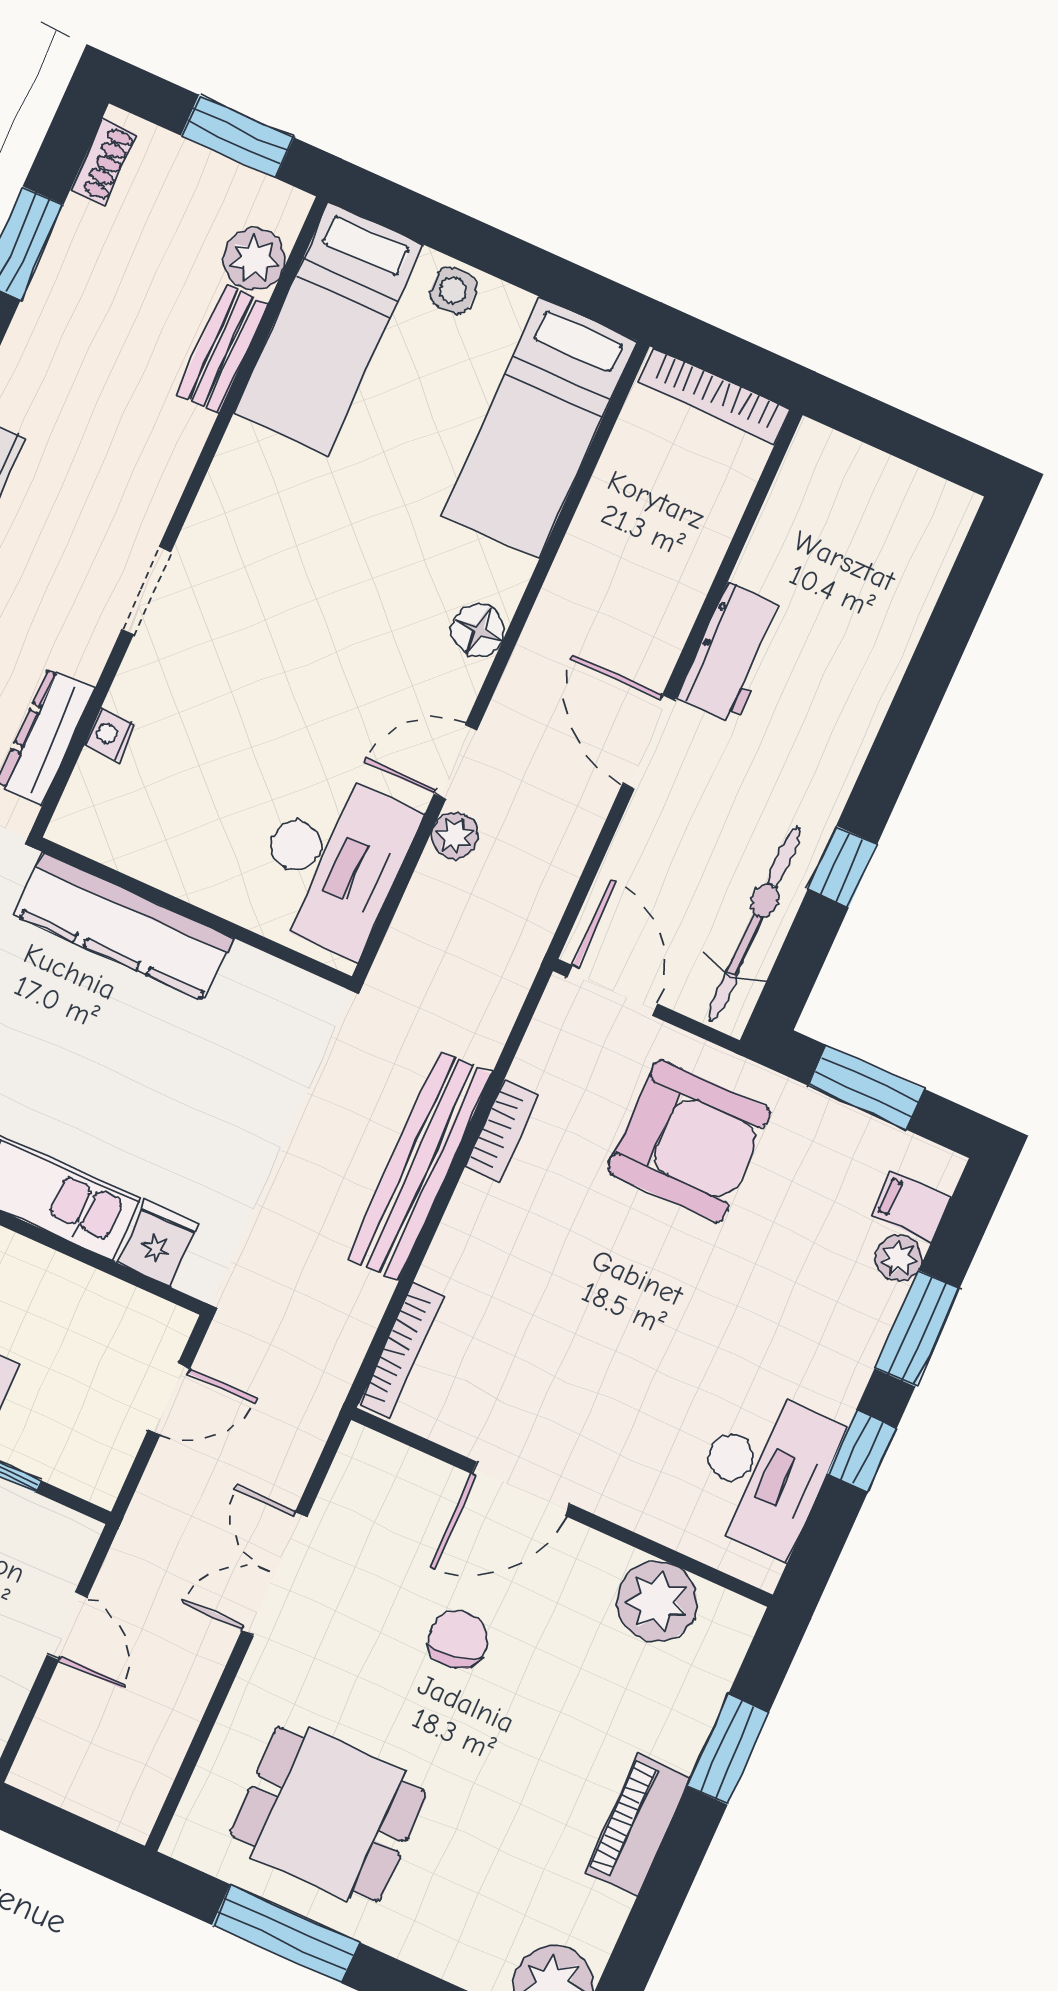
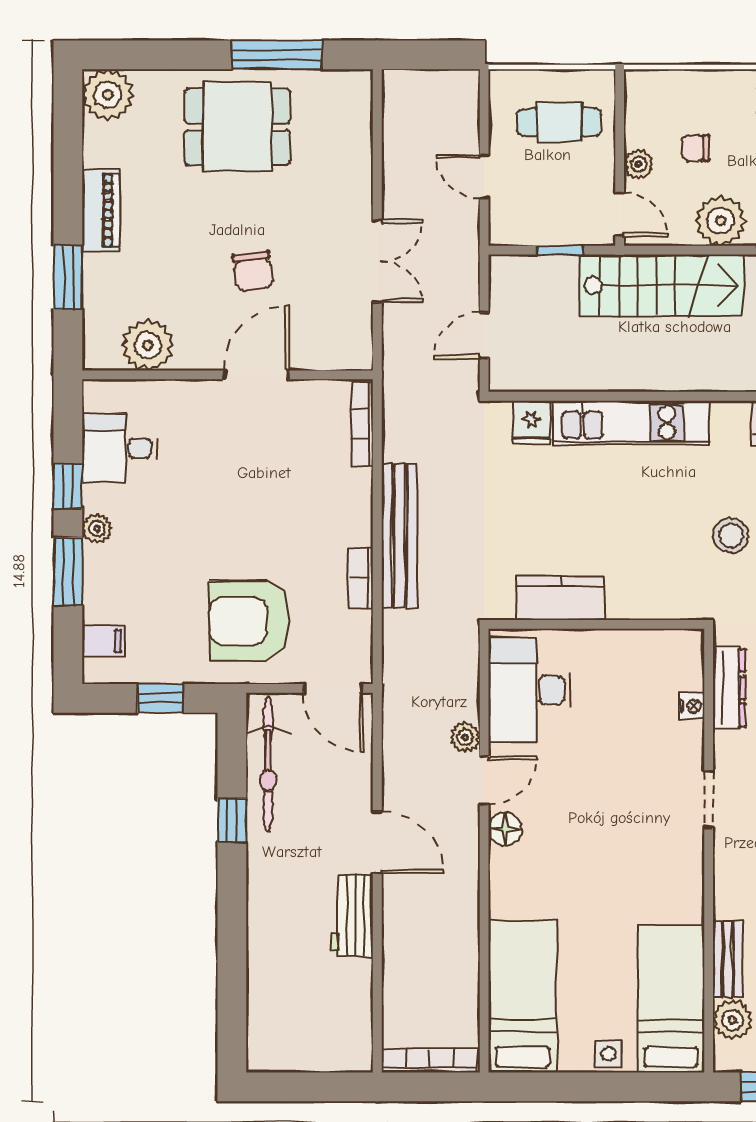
floor lamp: (478, 630) -> (505, 829), moved
kitchen counter: (124, 927) -> (560, 598), moved, width x0.67
window: (866, 1087) -> (160, 698), width x0.67
plant: (899, 1258) -> (97, 528), moved
desk: (764, 1472) -> (120, 448), width x0.73
dining table: (328, 1814) -> (237, 127), moved

